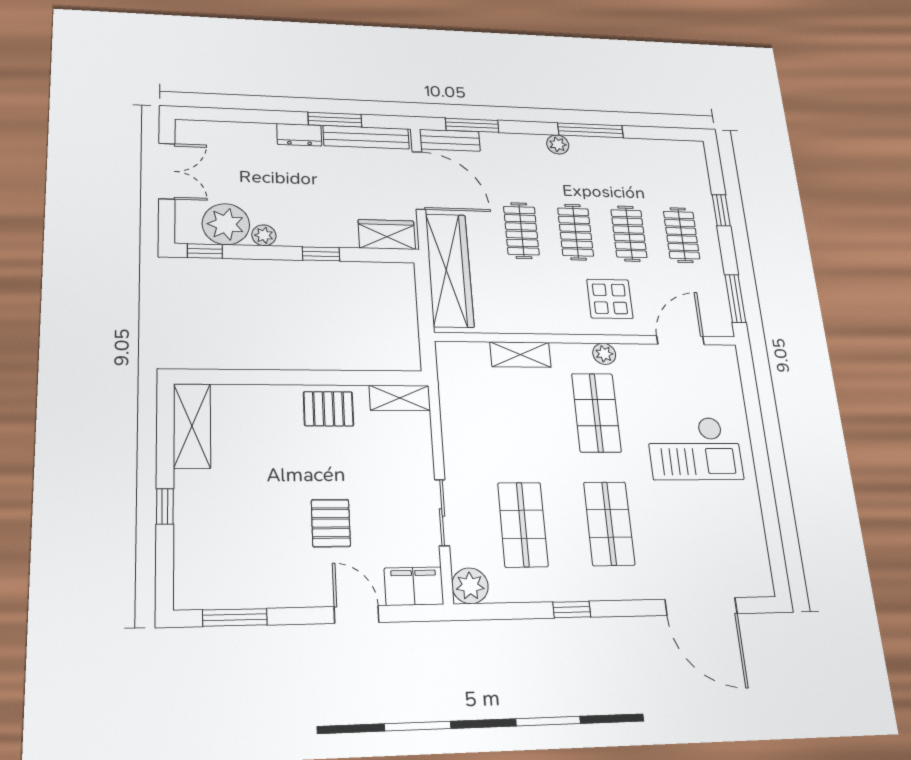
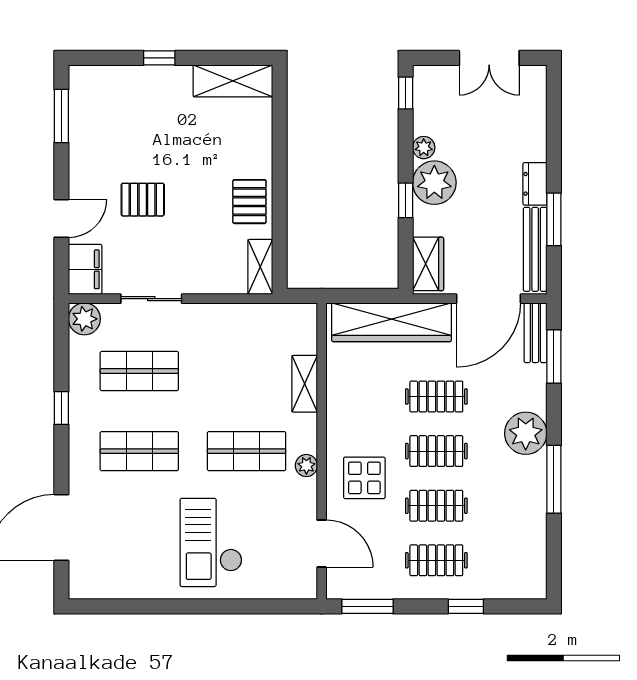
plant: (558, 144) -> (526, 433), width x1.88, depth x1.88
plant: (226, 224) -> (434, 183), moved

